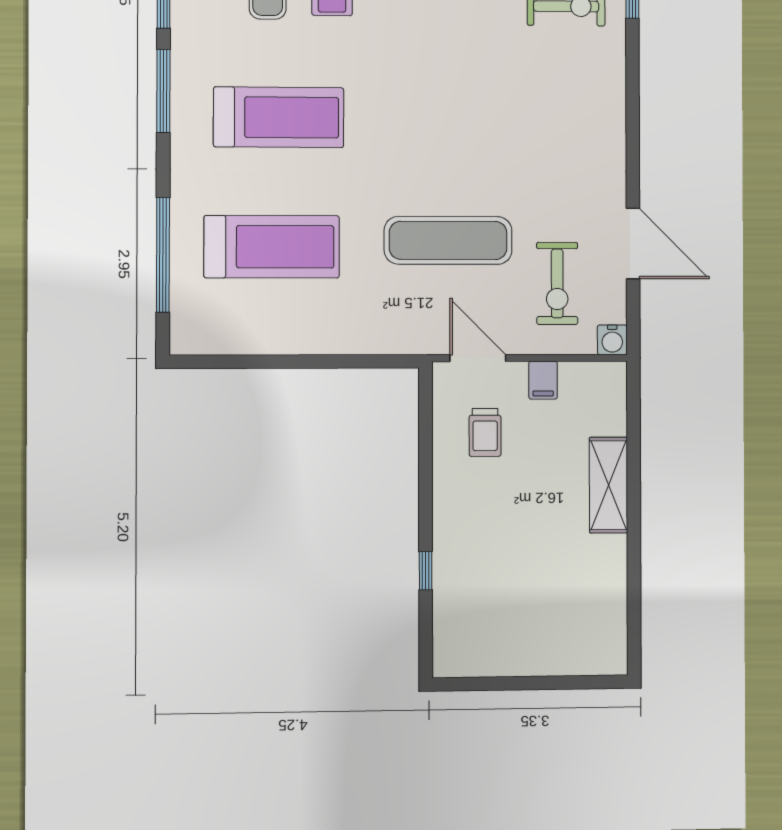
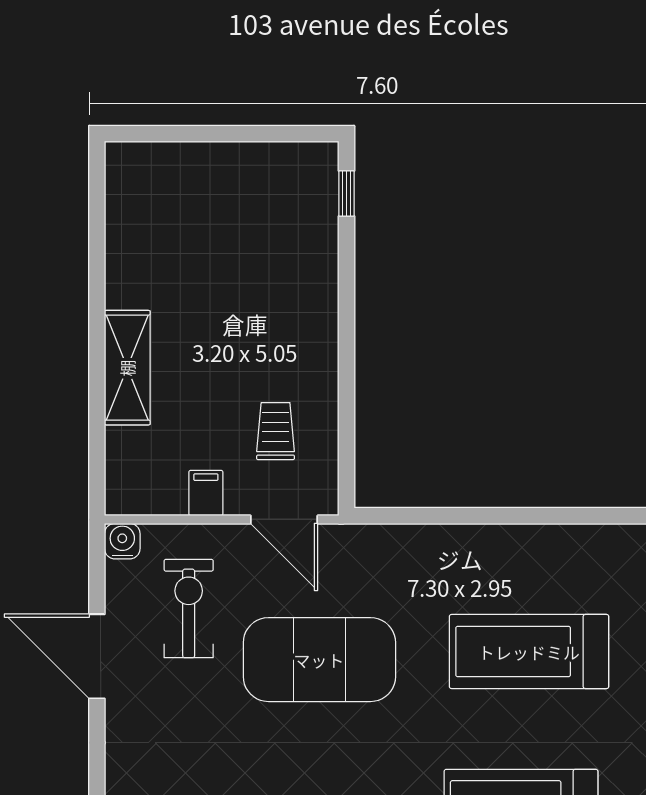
exercise mat: (448, 240) -> (319, 660), width x1.47
window: (426, 571) -> (347, 194), moved

